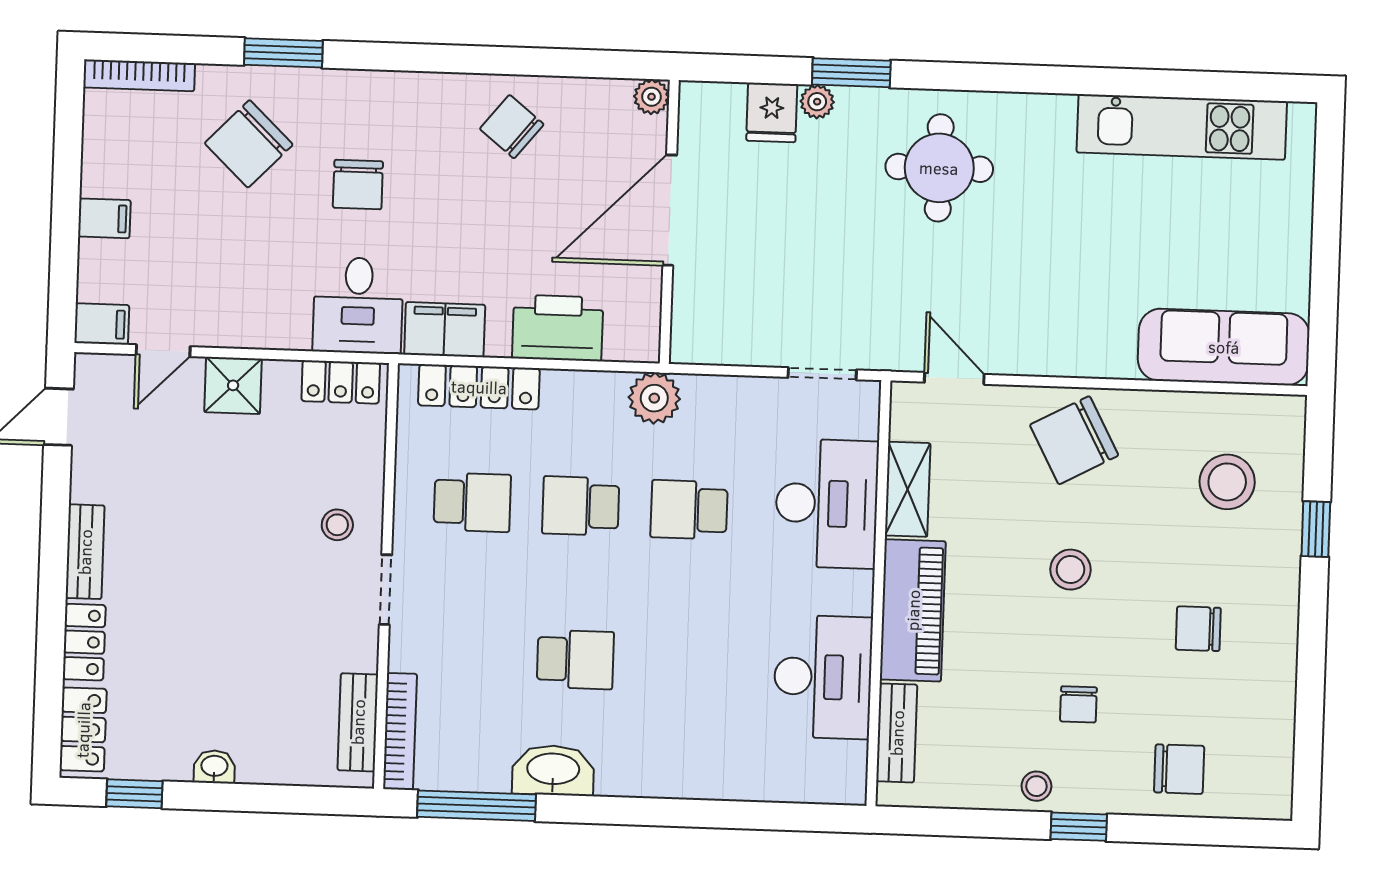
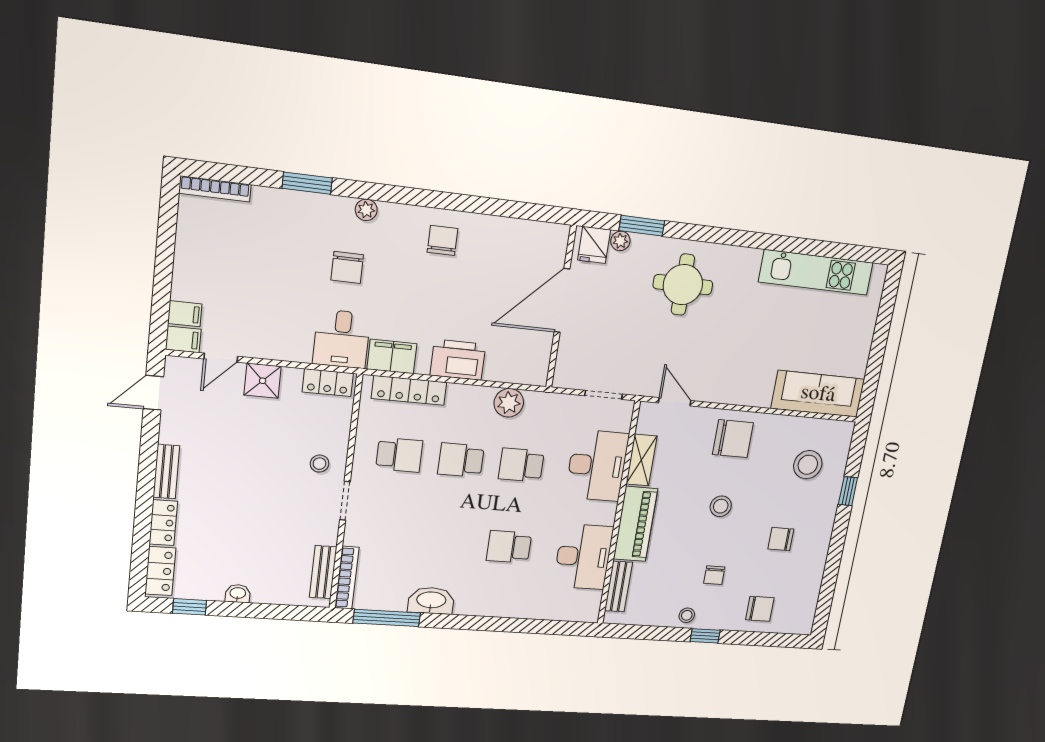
plant: (652, 97) -> (366, 210), moved
chair: (512, 127) -> (443, 240), turned 51
chair: (249, 144) -> (282, 237), removed
door: (670, 210) -> (562, 301), moved
filing cabinet: (104, 218) -> (185, 314), moved
wall: (669, 222) -> (561, 307), moved
chair: (1074, 440) -> (733, 439), turned -152
school desk: (575, 659) -> (509, 547), moved, turned 180

